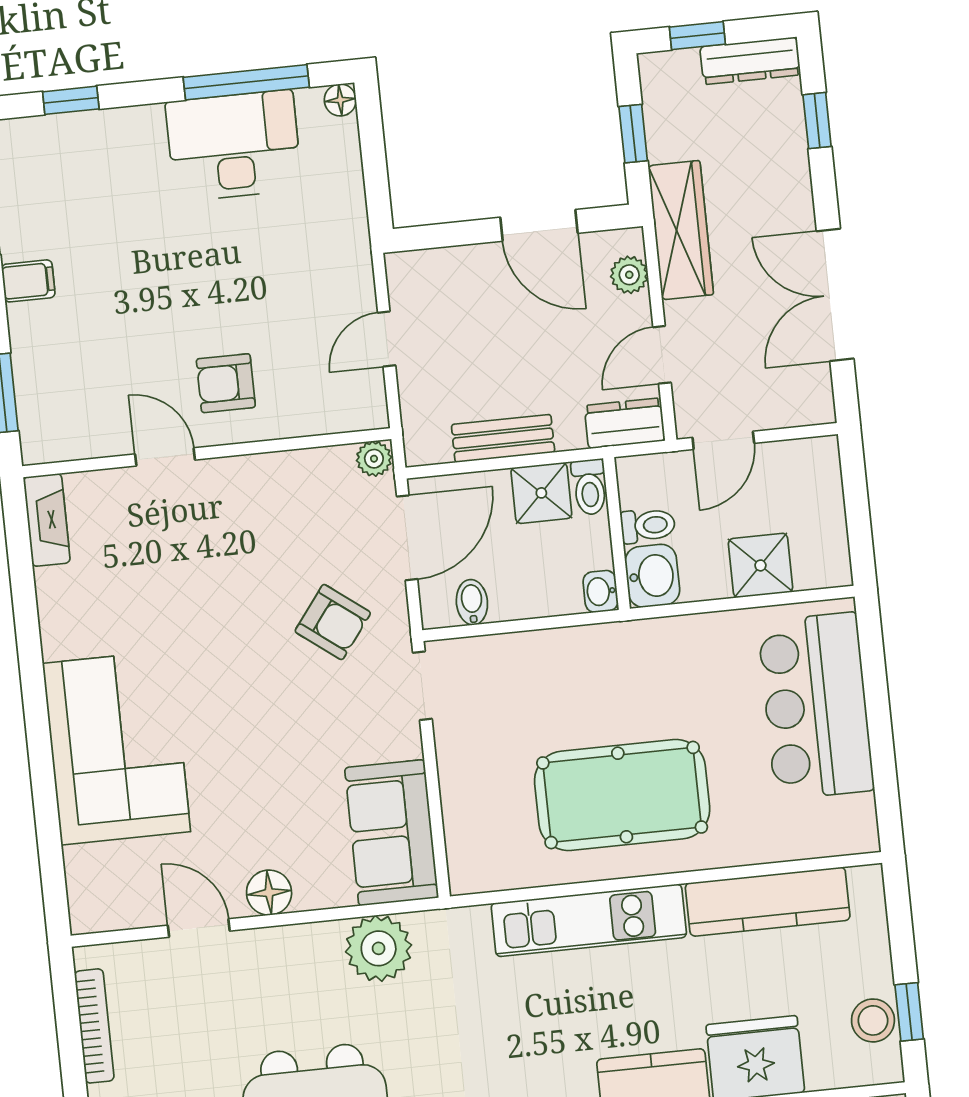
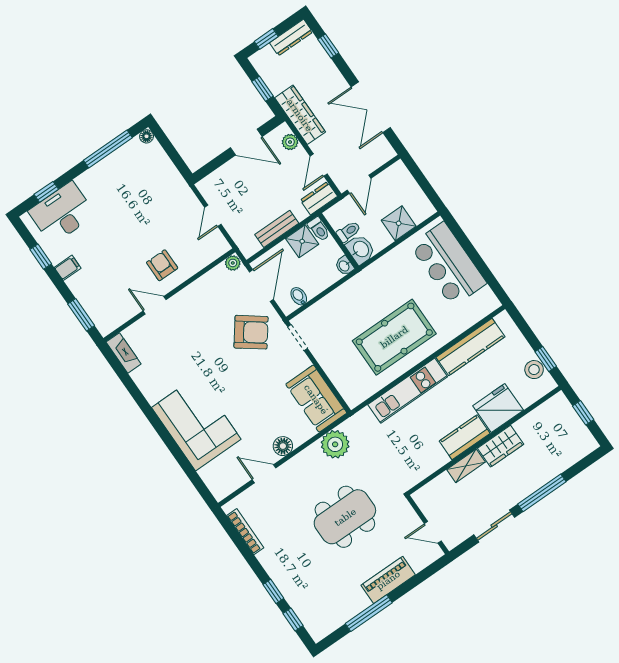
desk: (234, 146) -> (62, 213), moved
armchair: (226, 383) -> (162, 265), turned 90
armchair: (333, 622) -> (251, 332), width x1.38, depth x1.38

